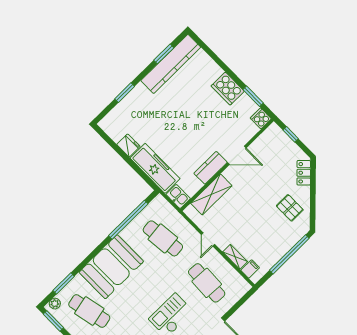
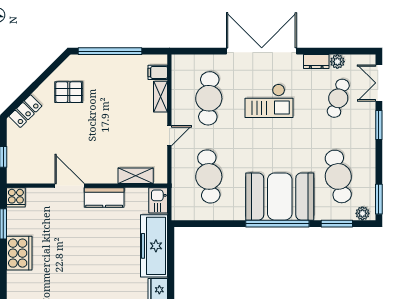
shelving: (211, 194) -> (136, 176), width x0.67, depth x0.75
pallet: (290, 208) -> (69, 92), turned 90
window: (128, 220) -> (277, 224), moved

